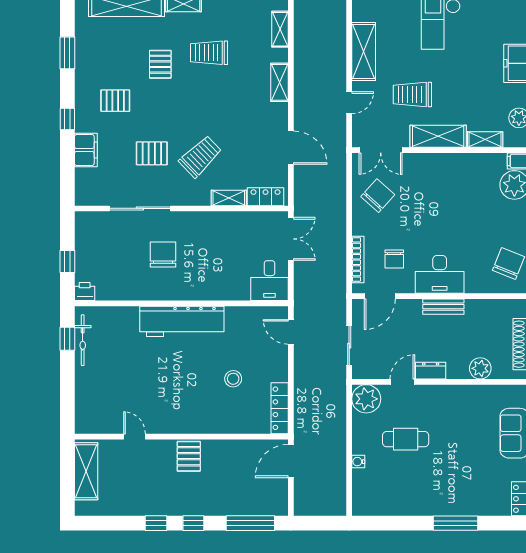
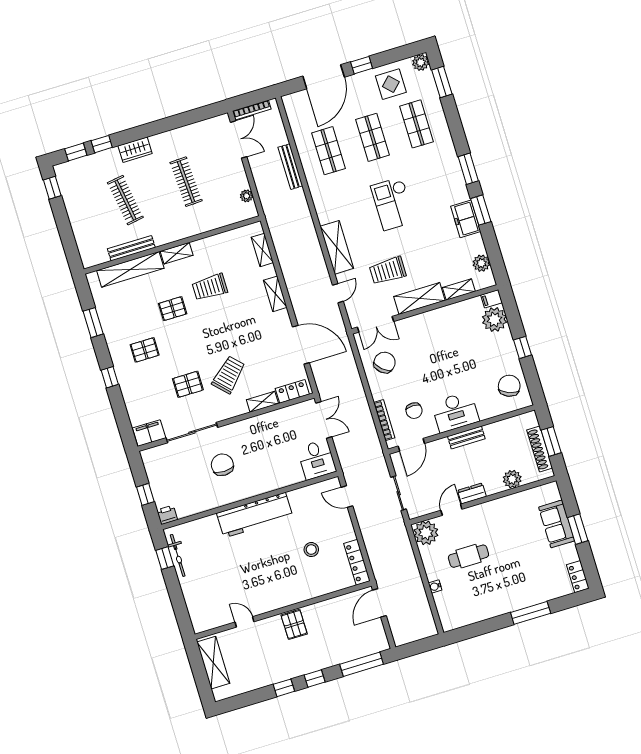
pallet: (160, 64) -> (173, 309), turned 90
door: (291, 148) -> (301, 345), width x1.36
filing cabinet: (86, 150) -> (149, 433), moved, turned -90

